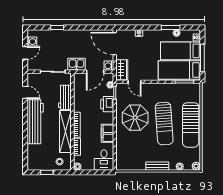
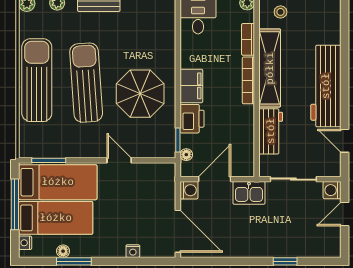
washing machine: (32, 42) -> (332, 190), moved
wardrobe: (122, 70) -> (165, 183), removed
door: (135, 82) -> (119, 160), moved
filing cabinet: (108, 133) -> (191, 86), moved

